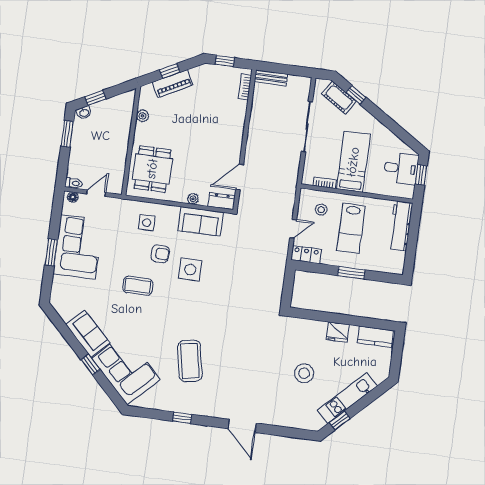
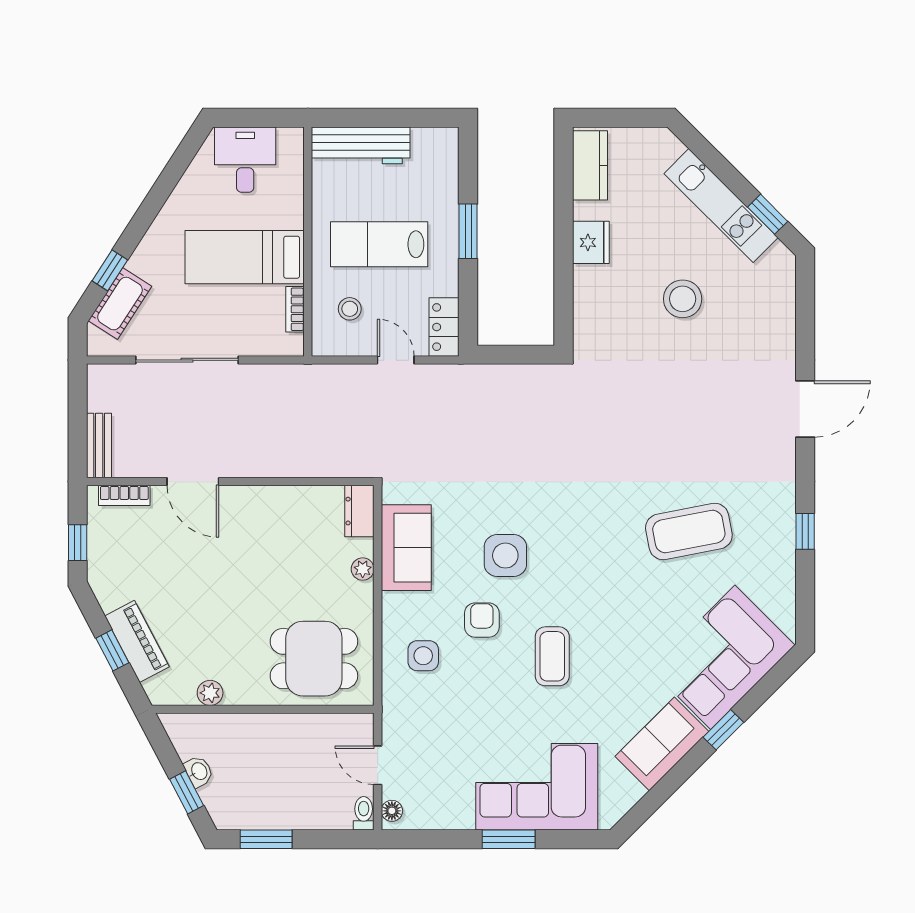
washbasin: (84, 113) -> (199, 771), moved
window: (421, 175) -> (253, 118), removed
door: (240, 177) -> (193, 482), moved
lab bench: (351, 228) -> (379, 244), turned 180
corner sofa: (78, 247) -> (537, 787), moved

